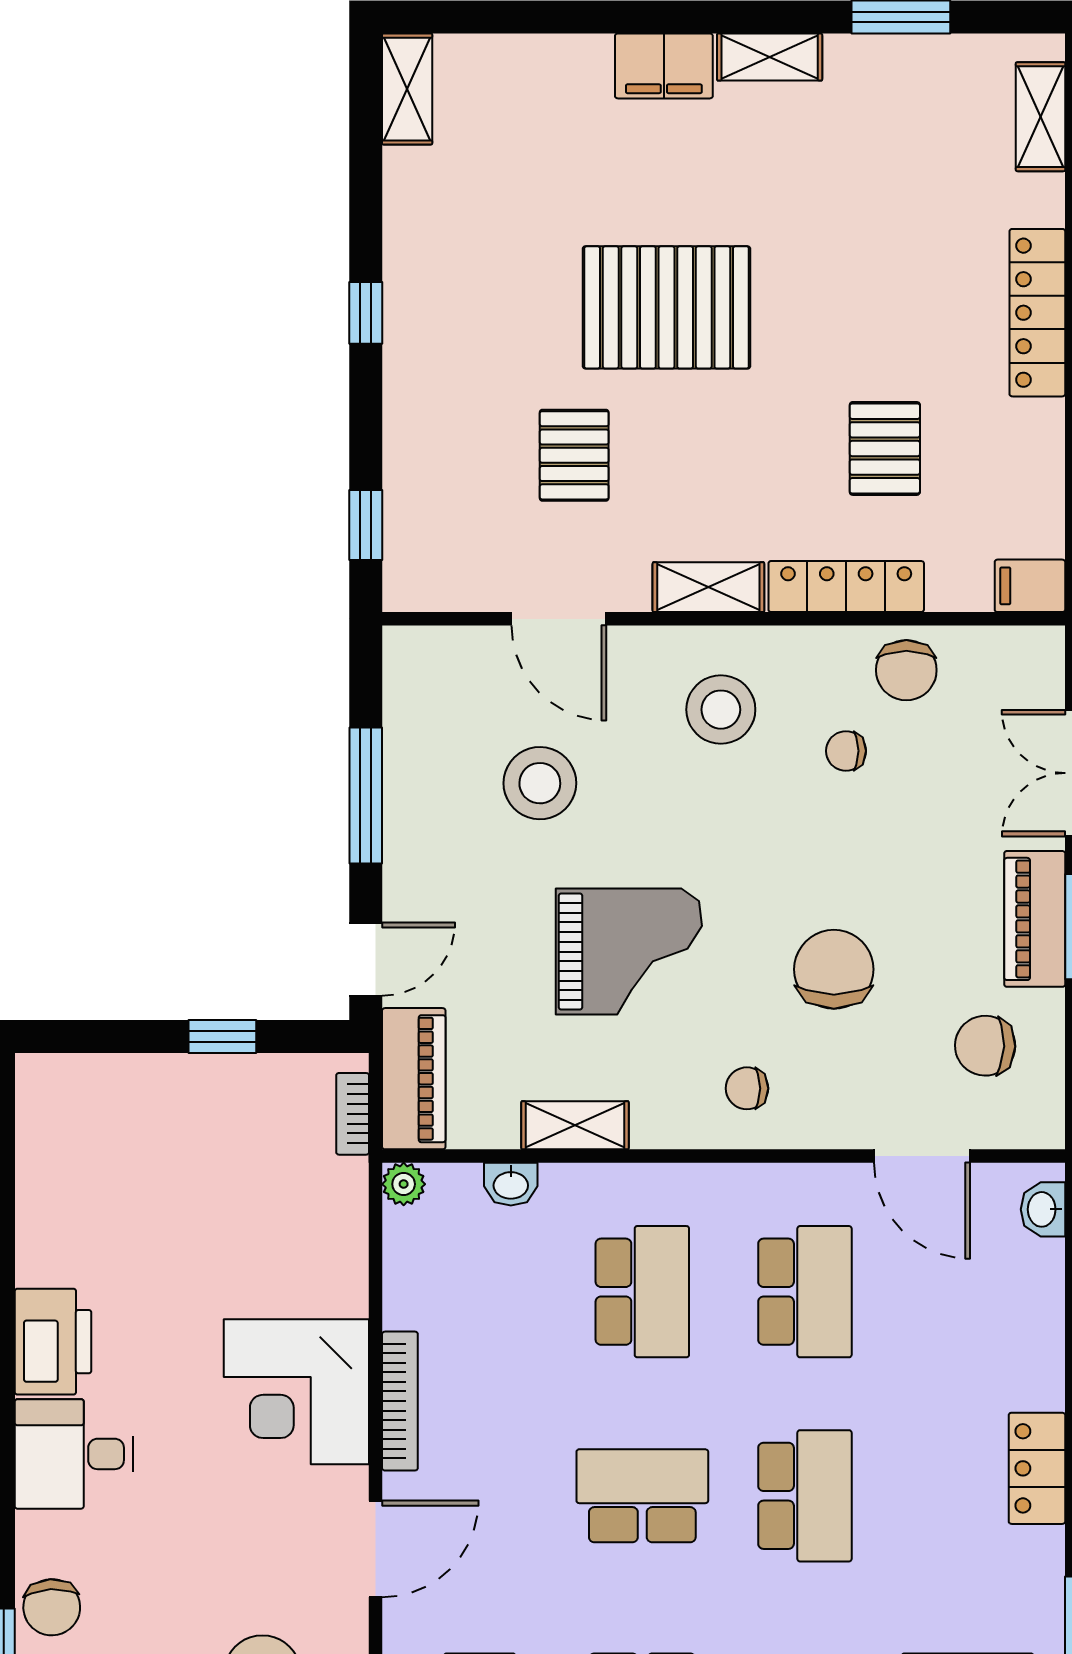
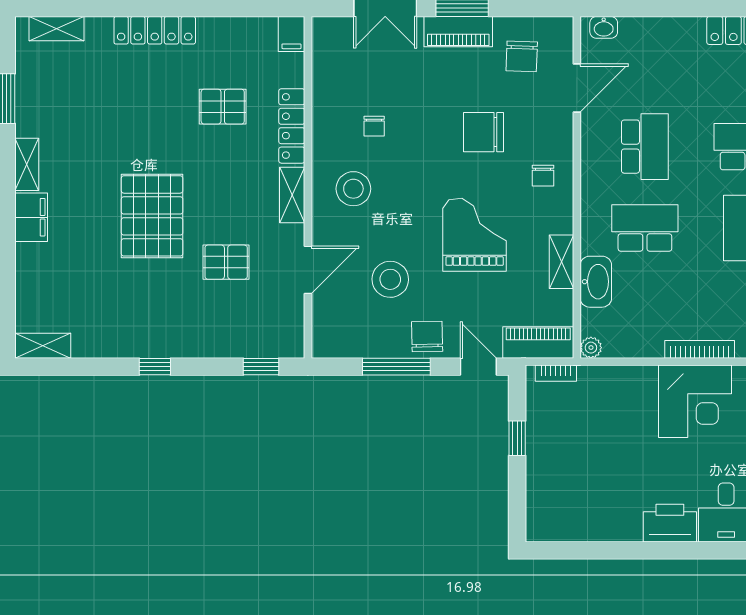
chair: (906, 670) -> (427, 336), moved, turned -91
washbasin: (511, 1184) -> (596, 282), width x1.91, depth x1.45
school desk: (805, 1292) -> (645, 147), turned 90

